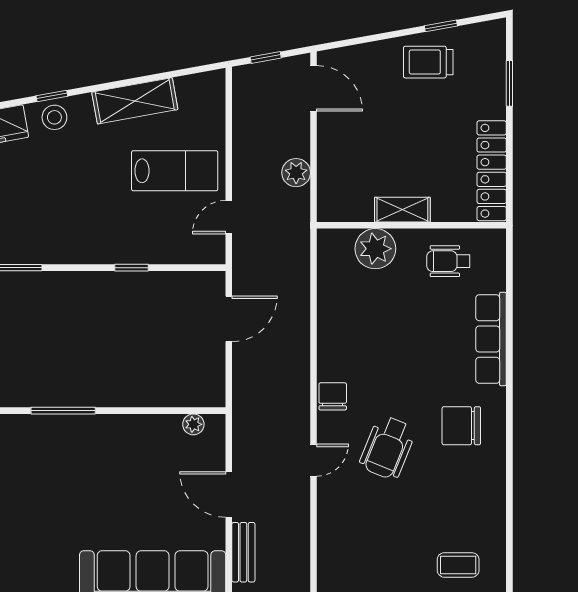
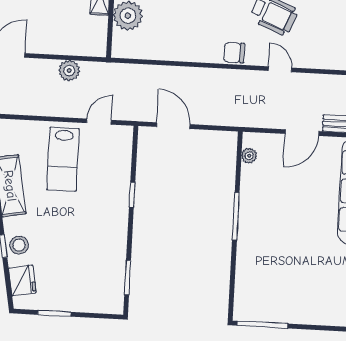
lab bench: (175, 171) -> (63, 159), turned 180
door: (229, 217) -> (99, 122), swing flipped
window: (63, 411) -> (236, 216), moved

